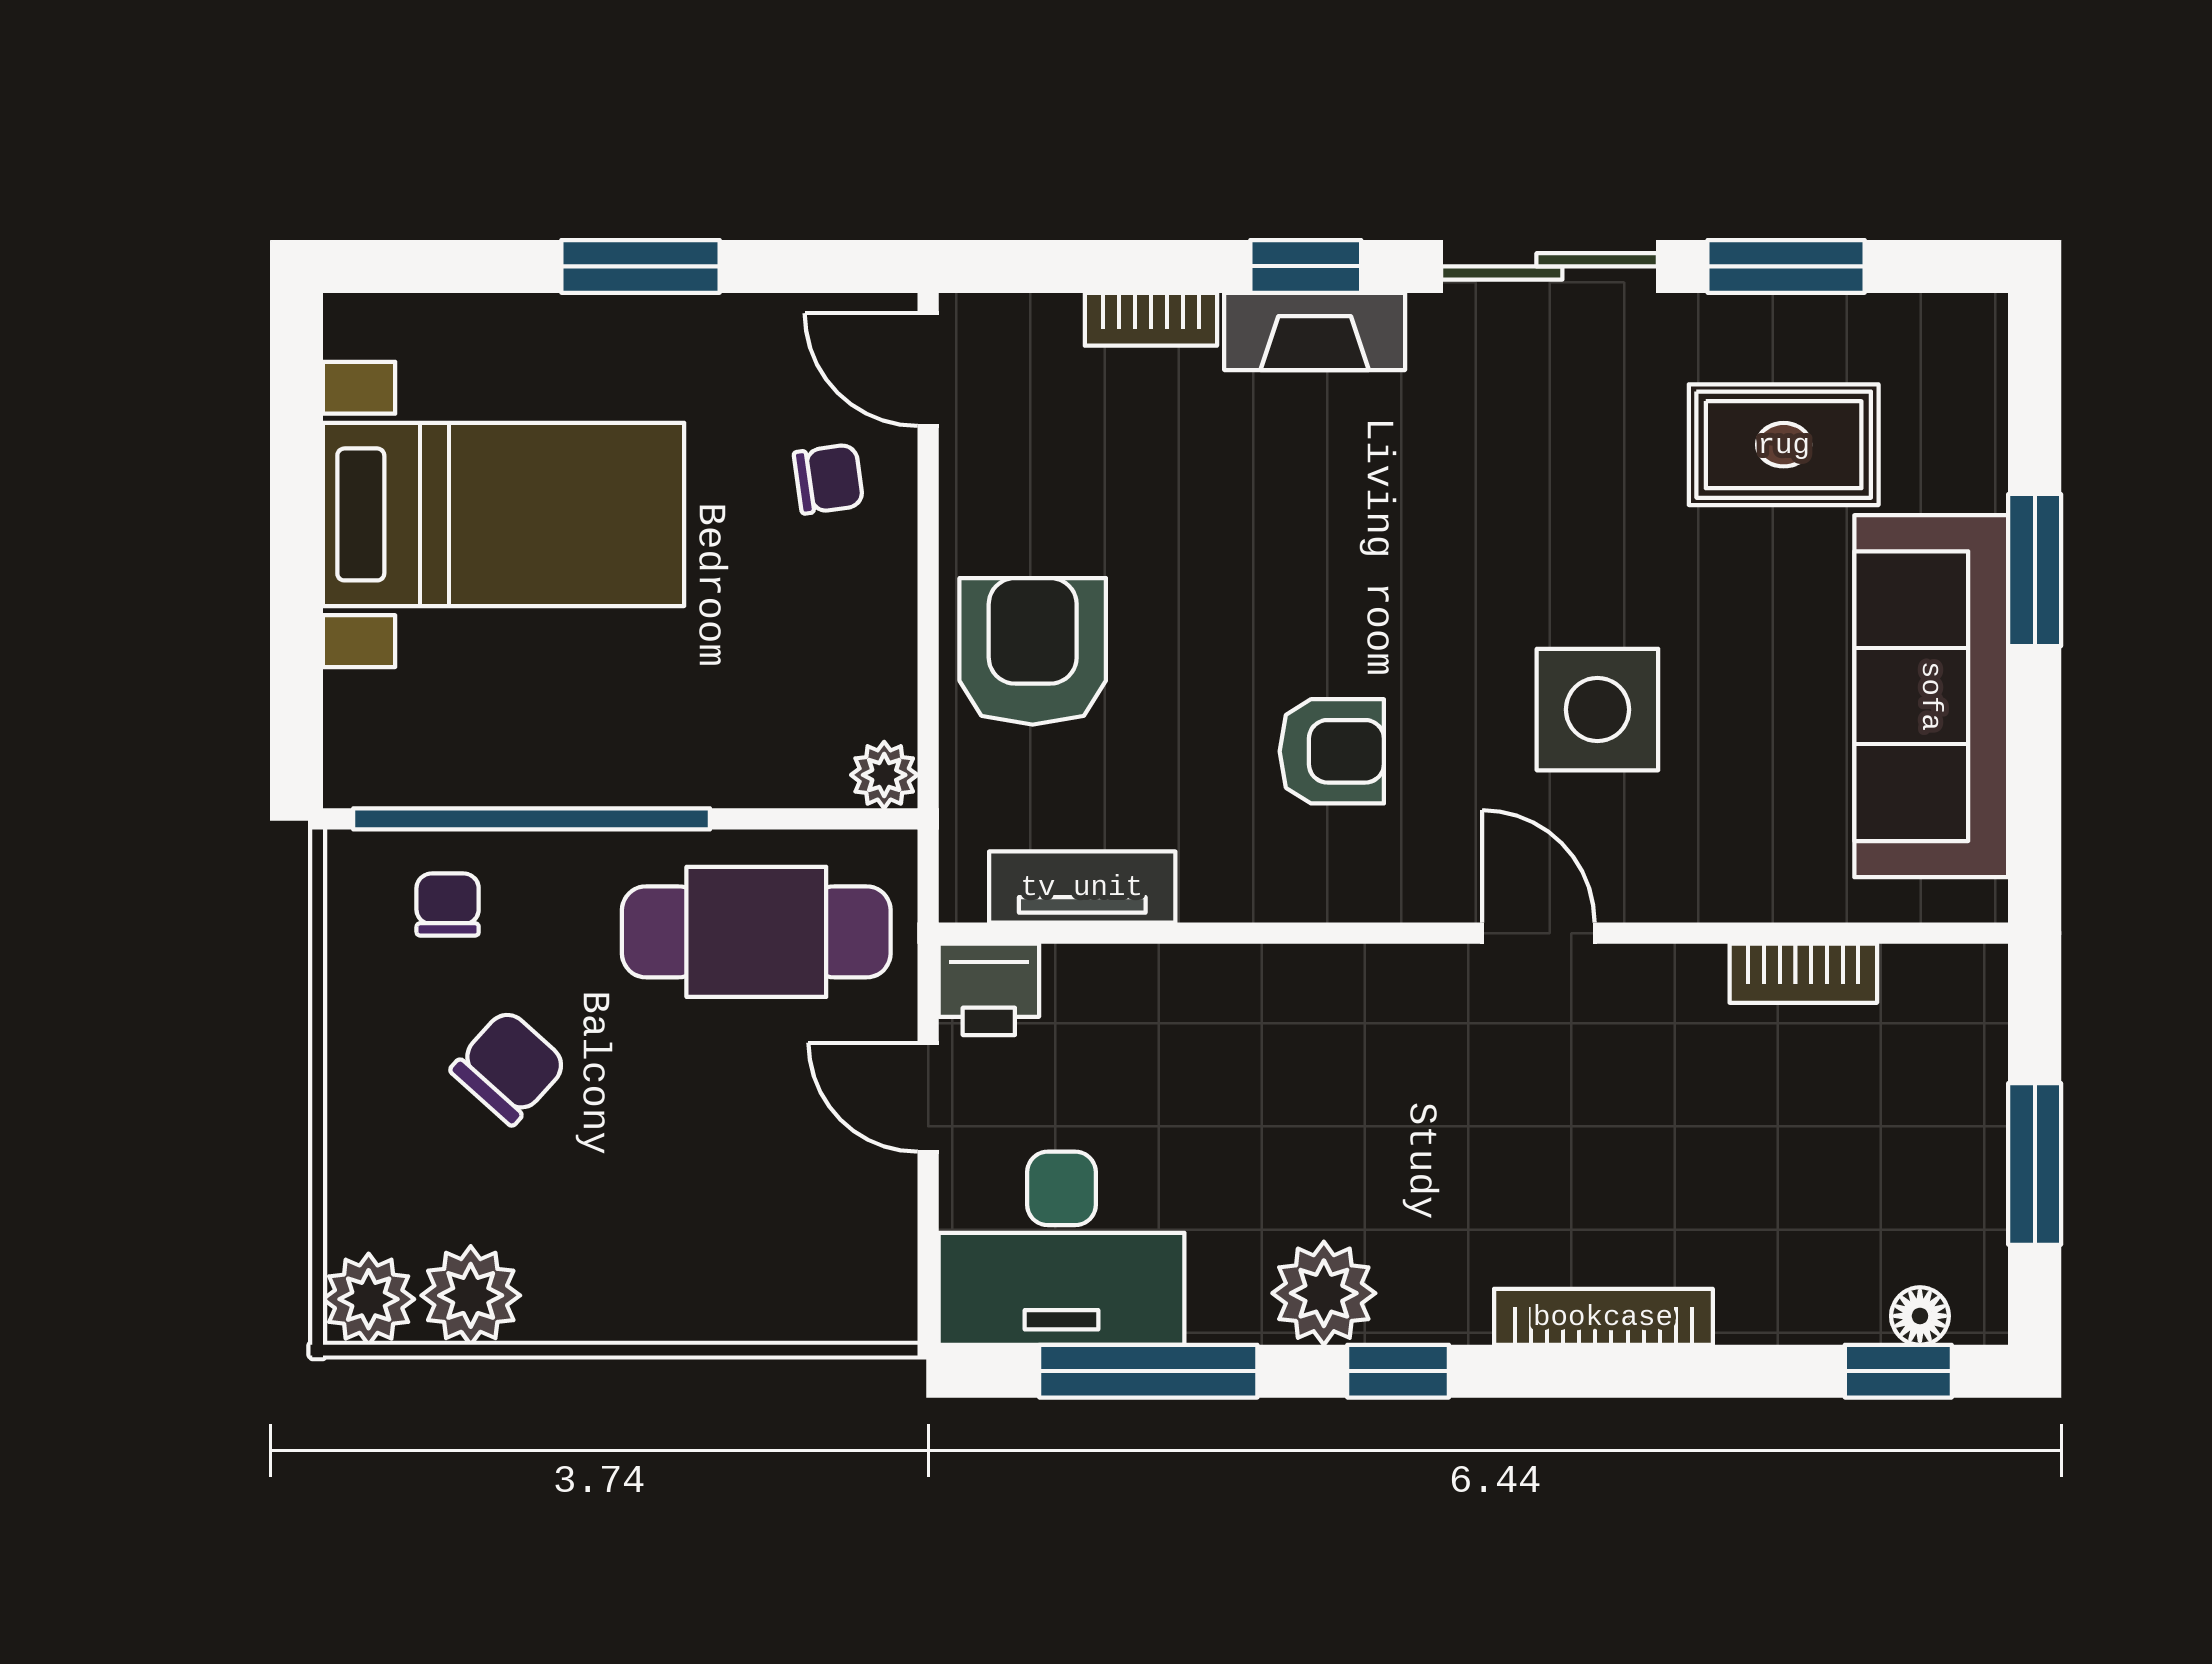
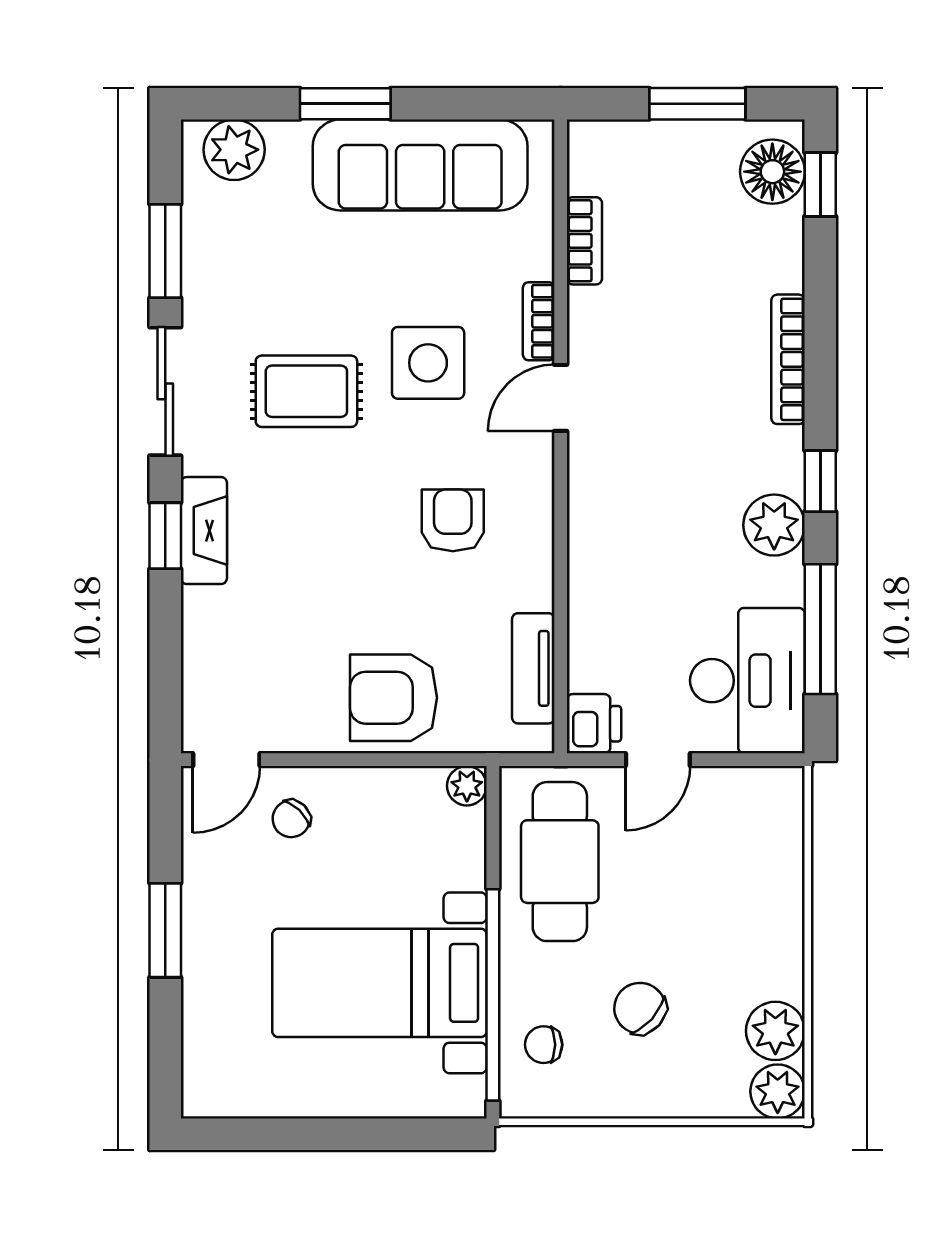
bookcase: (1151, 319) -> (539, 321), moved, turned 180
plant: (1957, 383) -> (234, 150), added
rug: (1784, 445) -> (306, 391), moved, turned 90
chair: (829, 479) -> (291, 819), turned -128
bed with nightstands: (504, 514) -> (379, 983), moved, turned -90
floor lamp: (1920, 1316) -> (772, 172), width x1.89, depth x1.89

